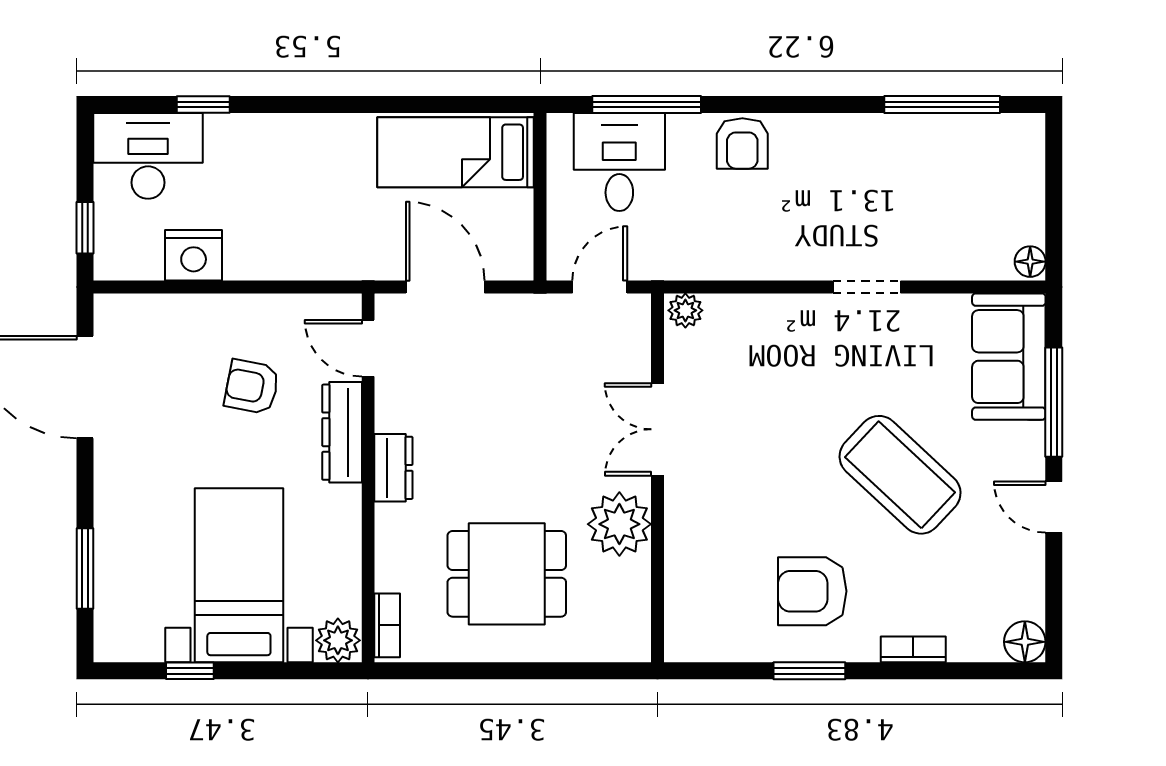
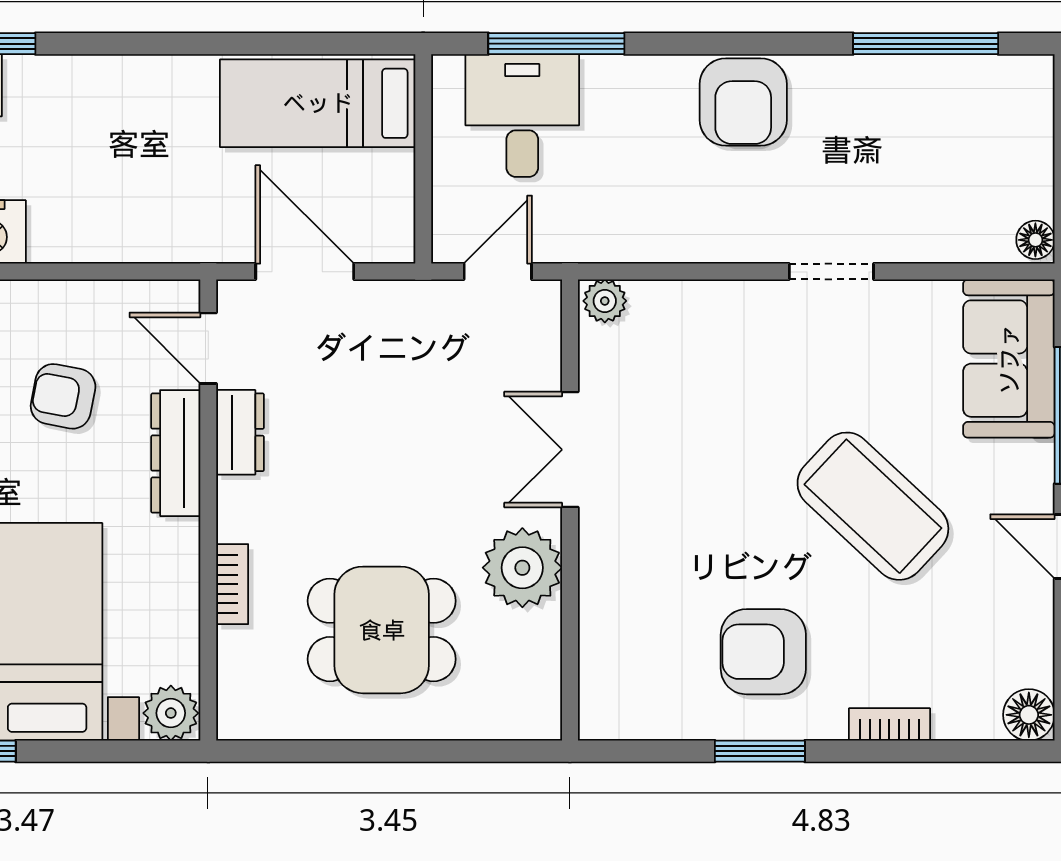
armchair: (742, 143) -> (743, 102), moved, width x1.38, depth x1.38
dresser: (393, 468) -> (240, 432), moved
bookcase: (387, 625) -> (232, 584), moved

